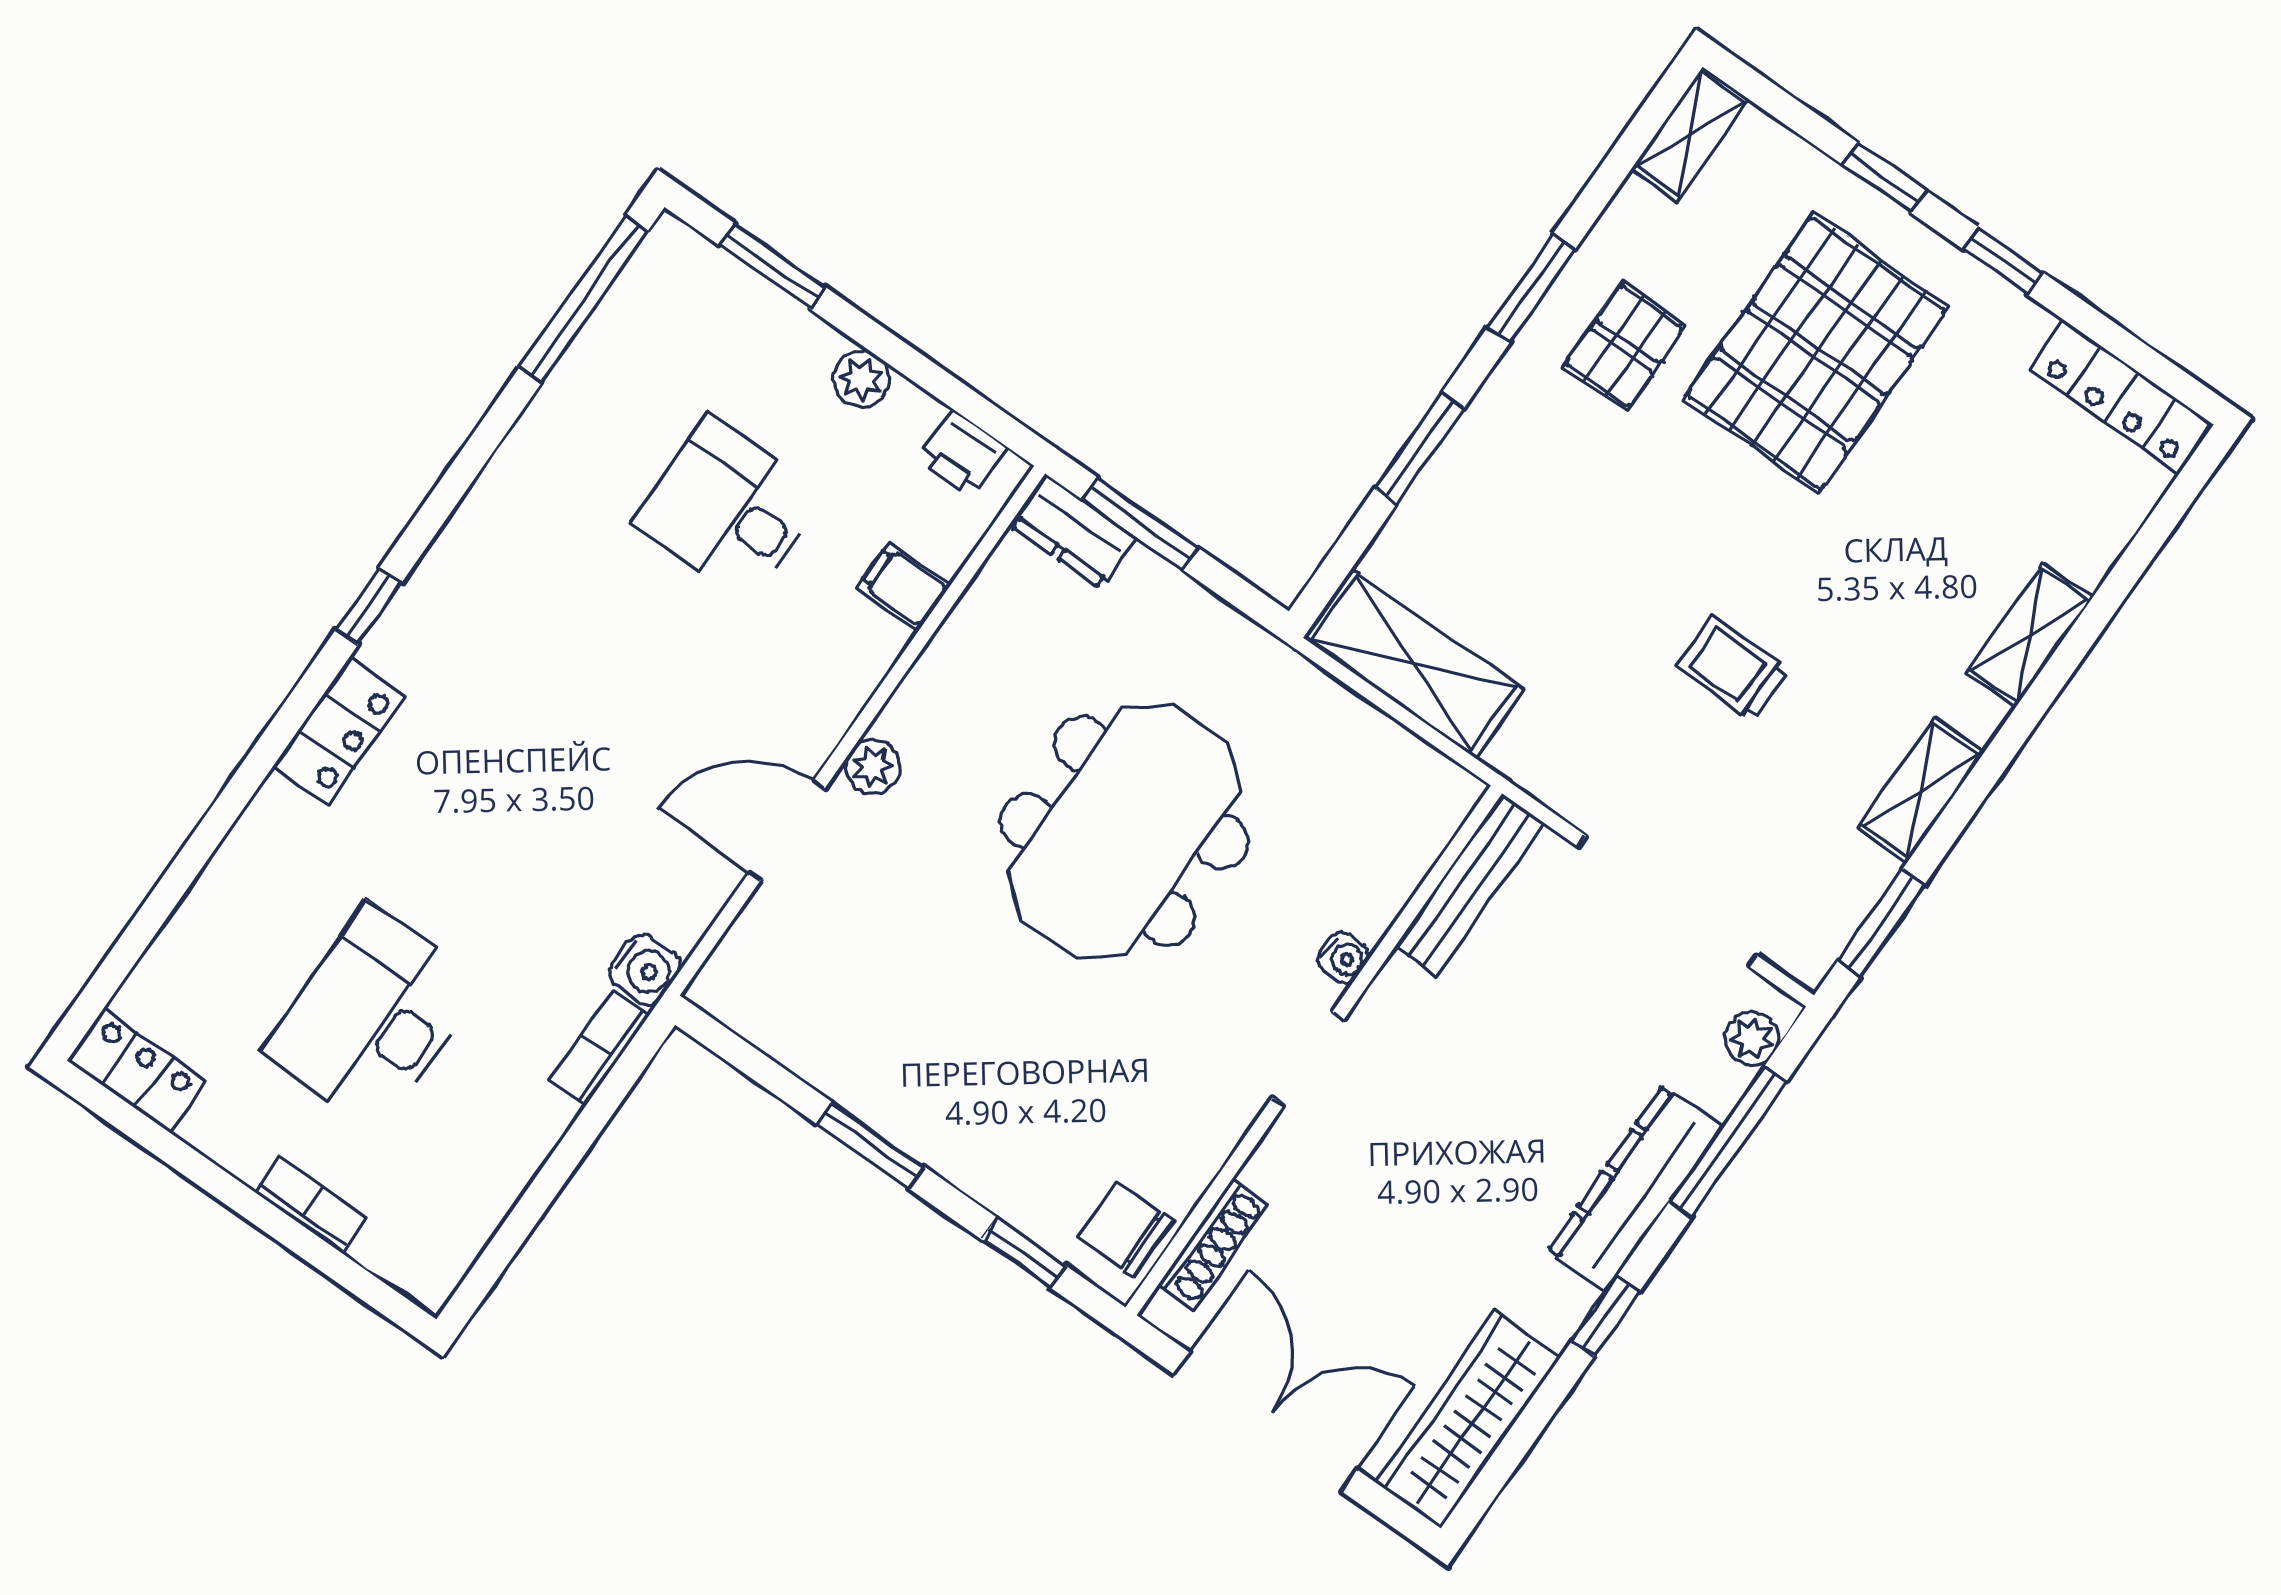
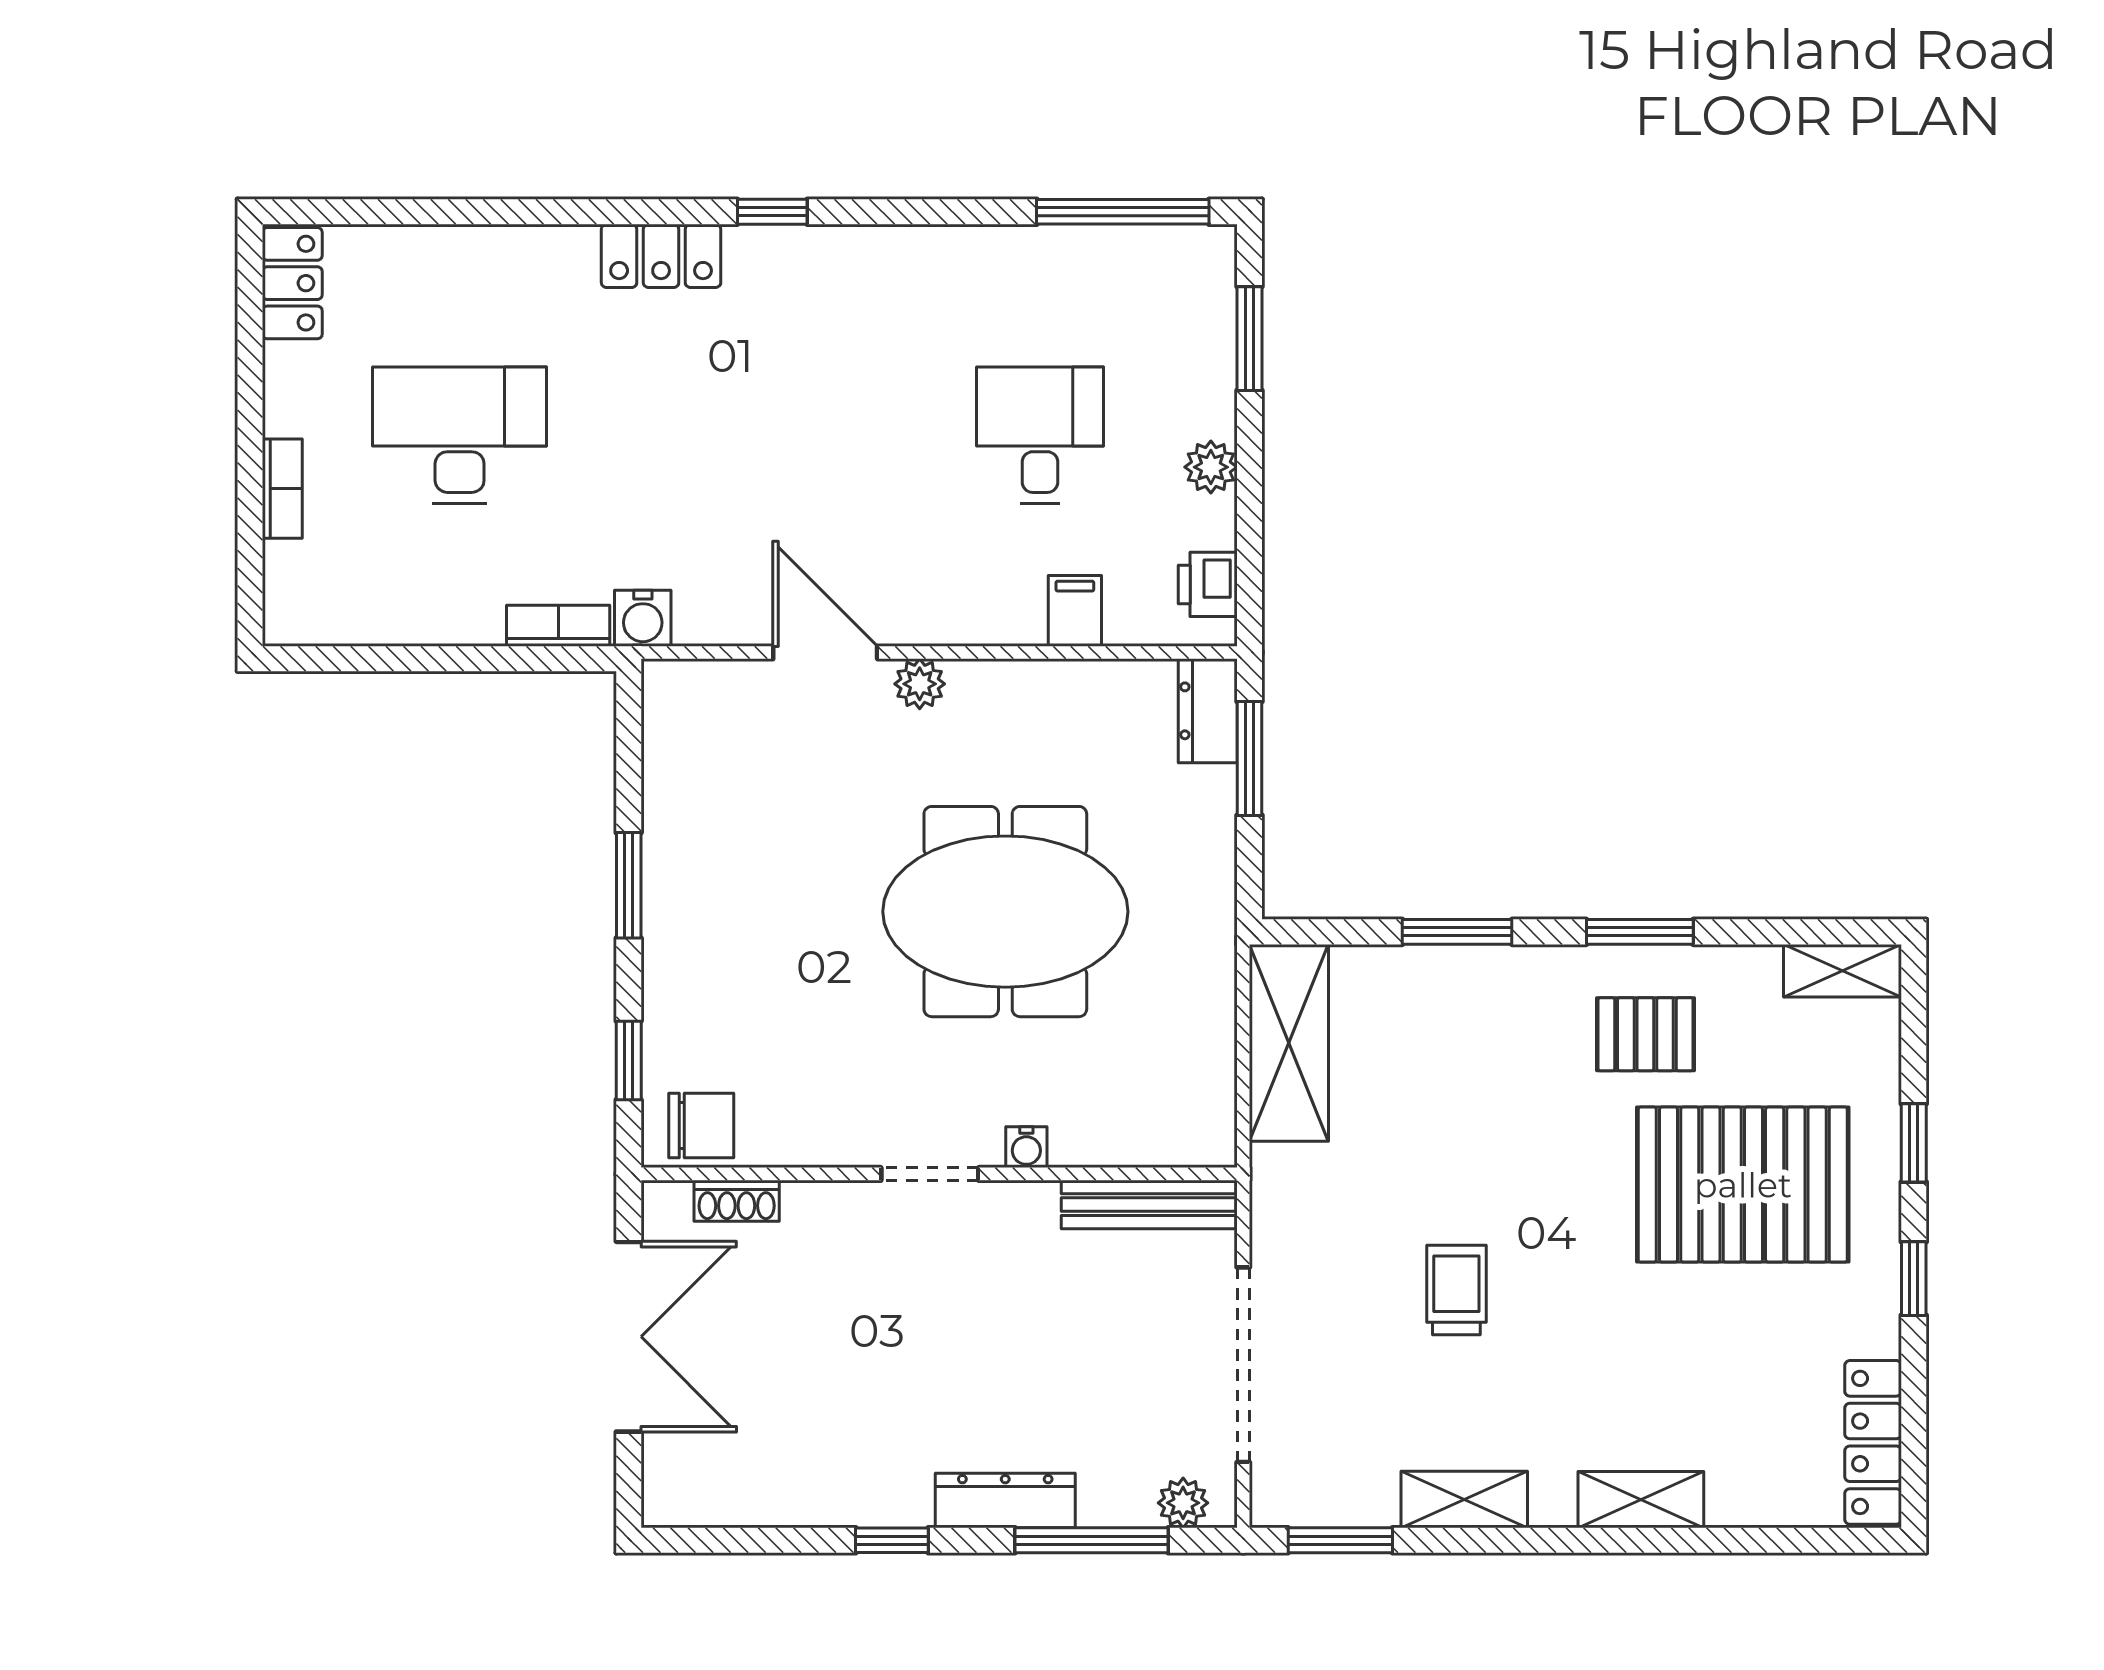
dresser: (1634, 1189) -> (1005, 1500), width x0.73, depth x0.80
chair: (1125, 1229) -> (701, 1125), turned 90
shoe rack: (1213, 1244) -> (737, 1201), width x0.70
wardrobe: (1468, 1420) -> (739, 1490), removed

